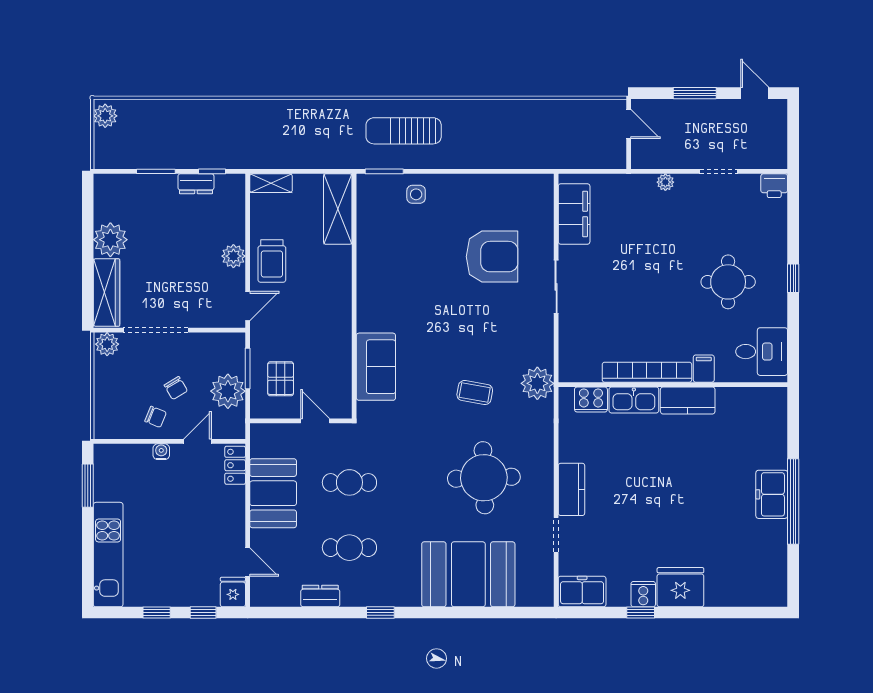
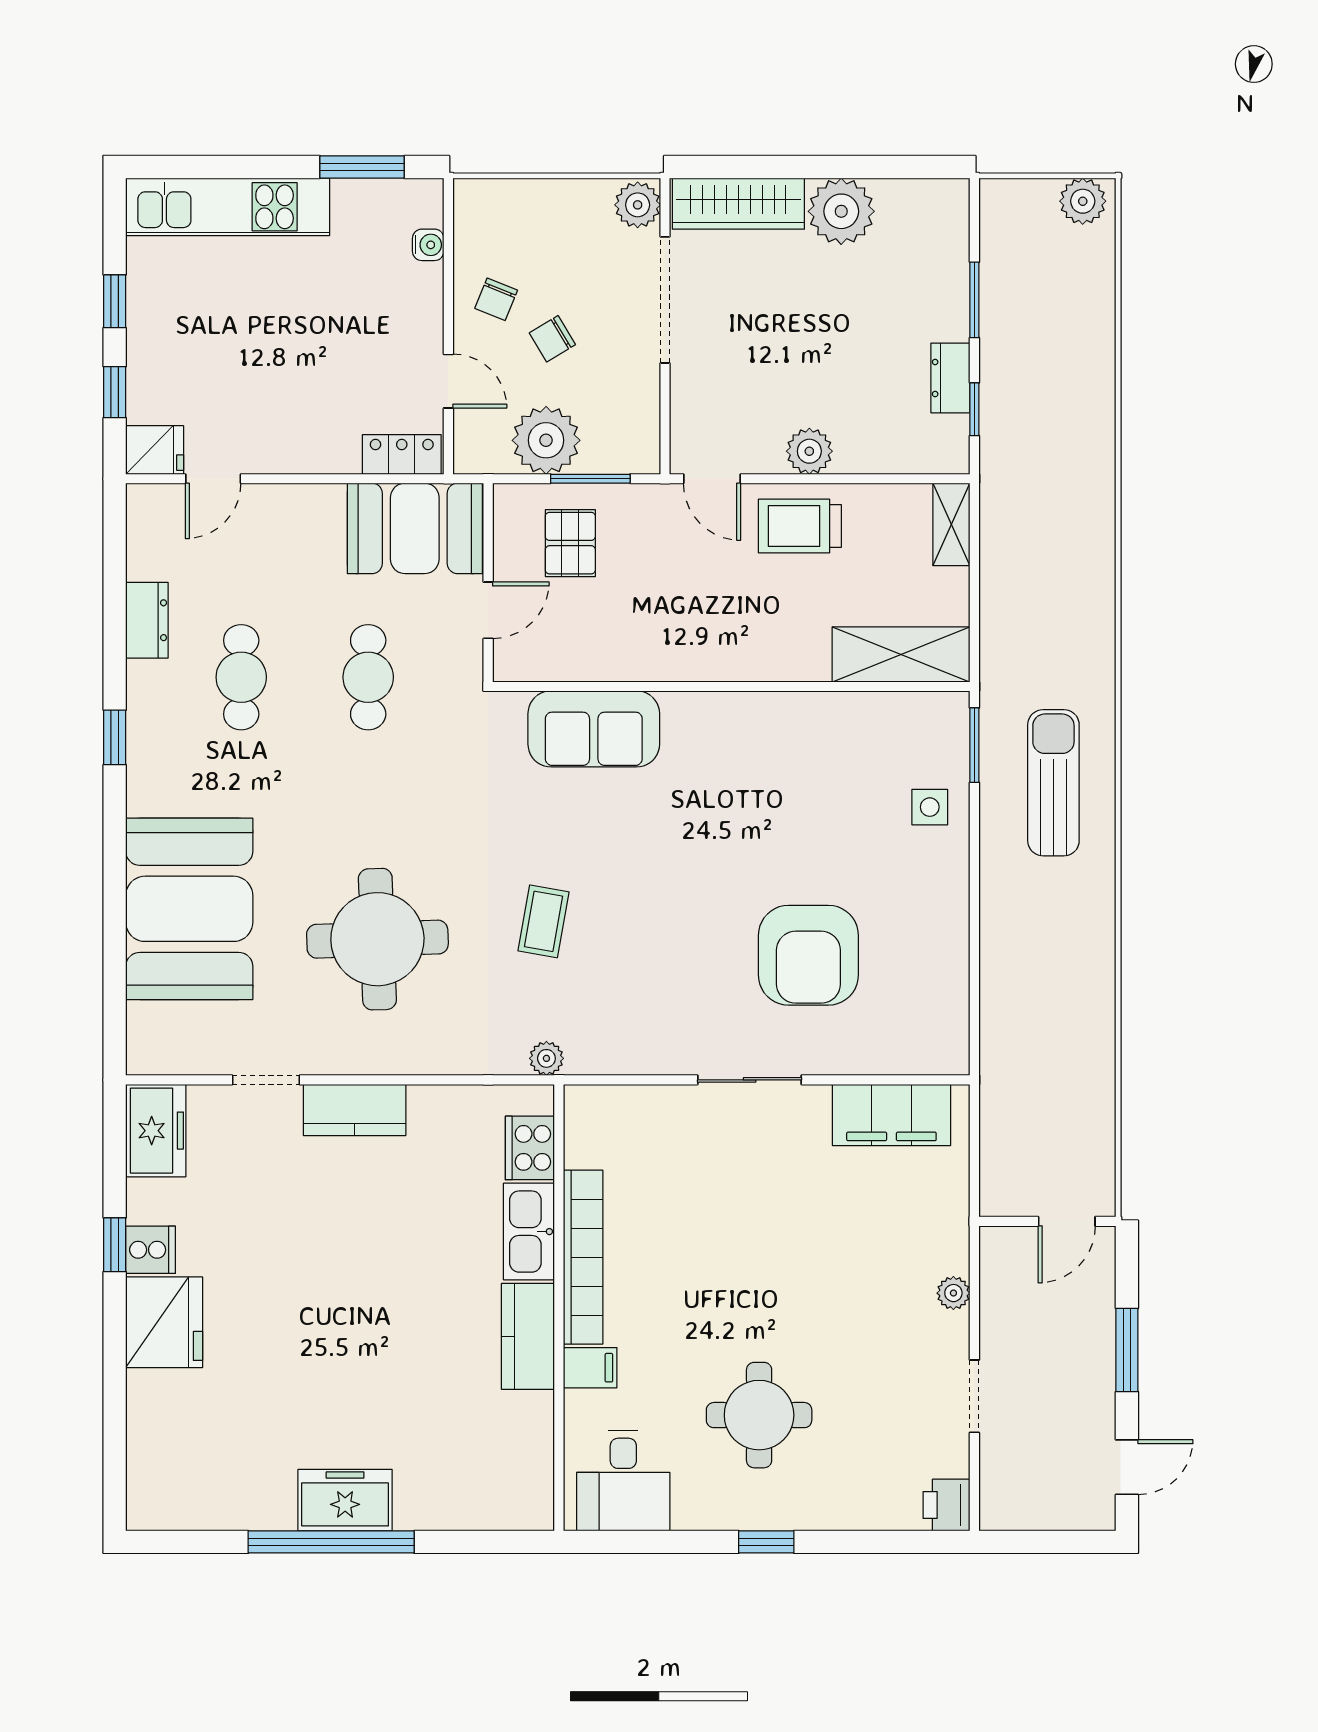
pallet: (281, 379) -> (570, 543), turned 90
plant: (537, 383) -> (546, 1058), width x0.53, depth x0.53
water cooler: (161, 452) -> (428, 245), moved
booth: (273, 493) -> (415, 528), moved

